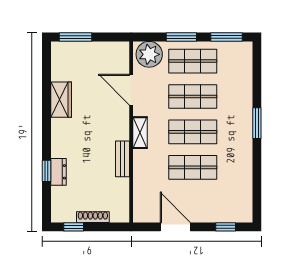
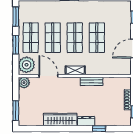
plant: (120, 50) -> (24, 83), added
door: (131, 90) -> (48, 76), swing flipped
wardrobe: (61, 100) -> (60, 120), width x1.50
dresser: (58, 172) -> (86, 121), moved

